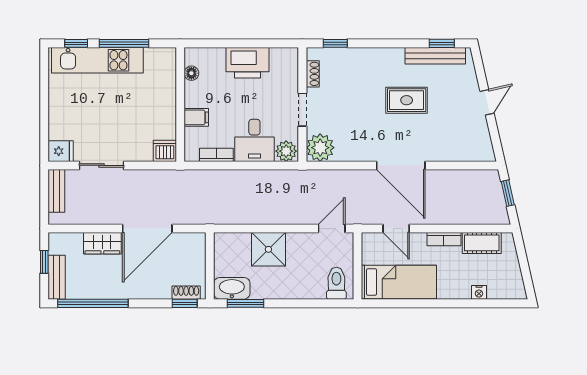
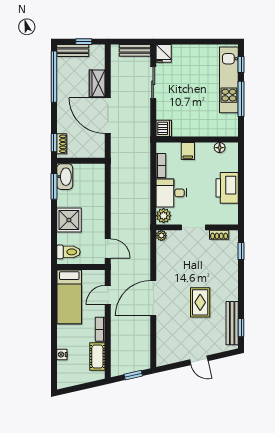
plant: (320, 148) -> (161, 236), width x0.53, depth x0.53
shower: (268, 249) -> (69, 220), moved

